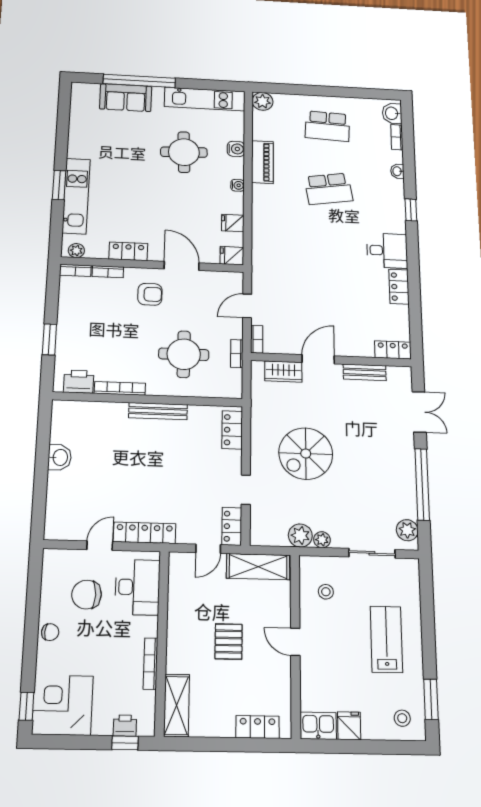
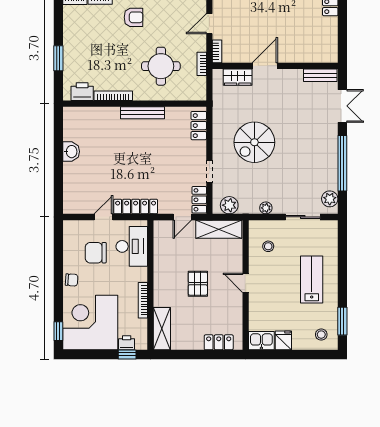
locker: (393, 350) -> (324, 56), removed
bench: (365, 372) -> (320, 75), moved
plant: (300, 535) -> (229, 205), moved
corner desk: (62, 705) -> (90, 323), width x1.36, depth x1.36

